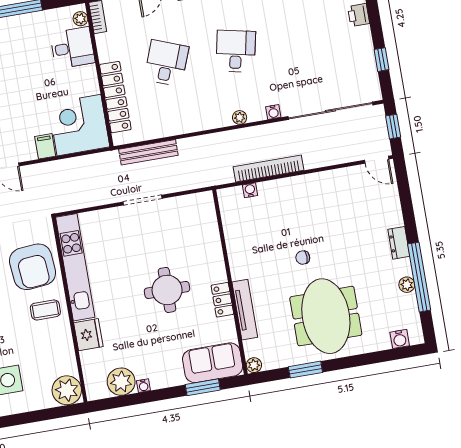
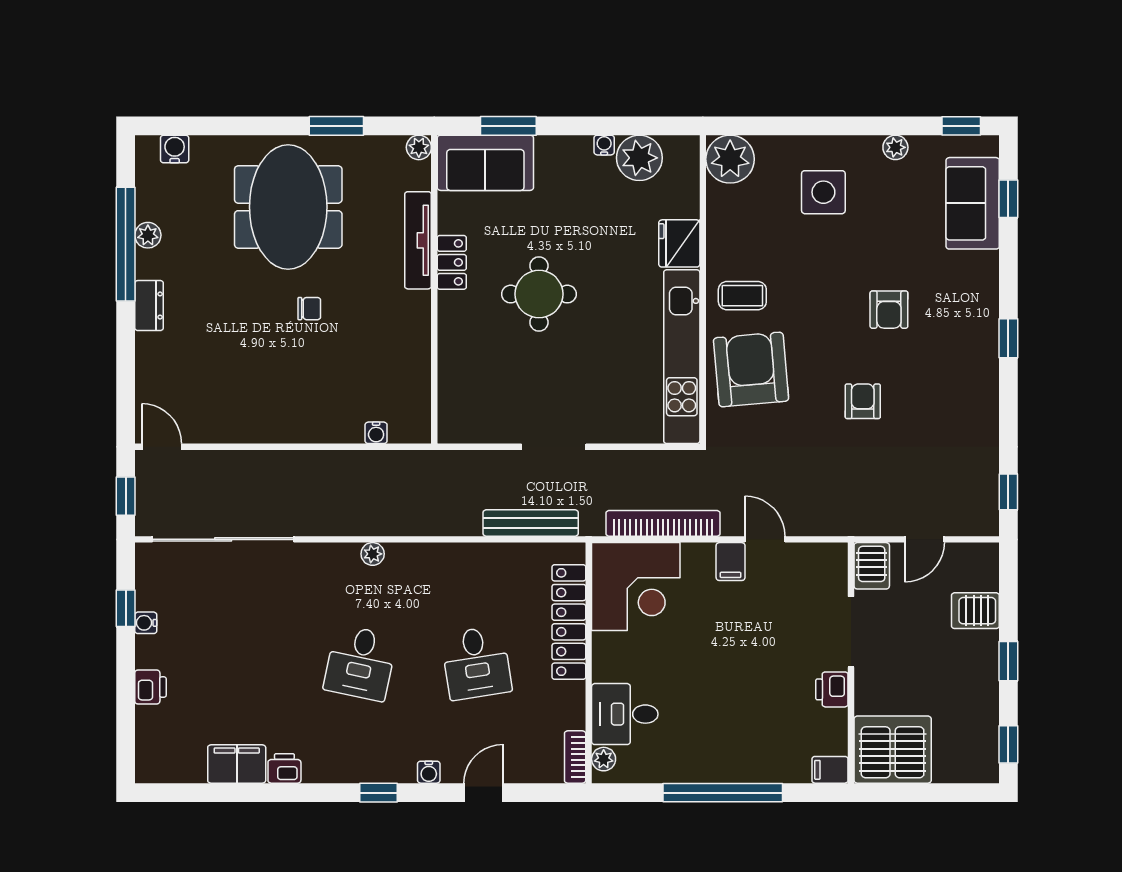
desk: (166, 63) -> (476, 663), turned -30
water cooler: (273, 112) -> (146, 623), moved, turned -90
filing cabinet: (45, 146) -> (731, 562), moved
bookcase: (268, 169) -> (663, 523), moved, turned 180

